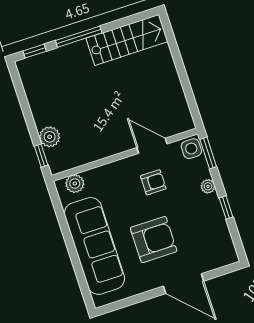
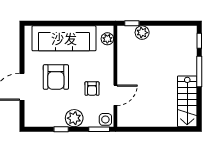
plant: (208, 186) -> (74, 118), width x1.88, depth x1.88

